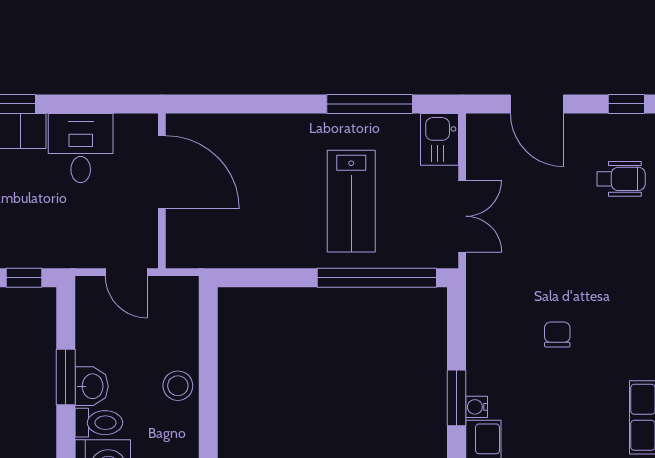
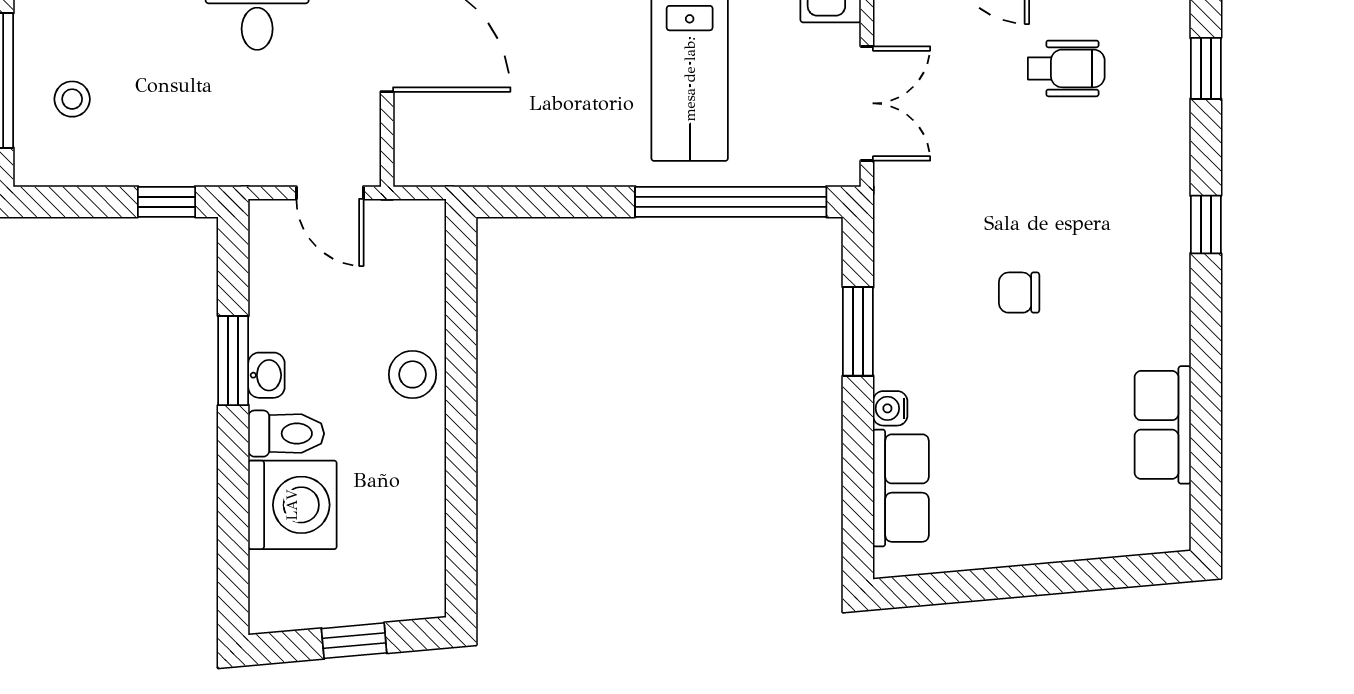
wheelchair: (621, 179) -> (1066, 68), moved
chair: (557, 334) -> (1019, 293), turned -90
washbasin: (92, 386) -> (266, 375), width x0.72, depth x0.69
window: (456, 398) -> (858, 331), moved

